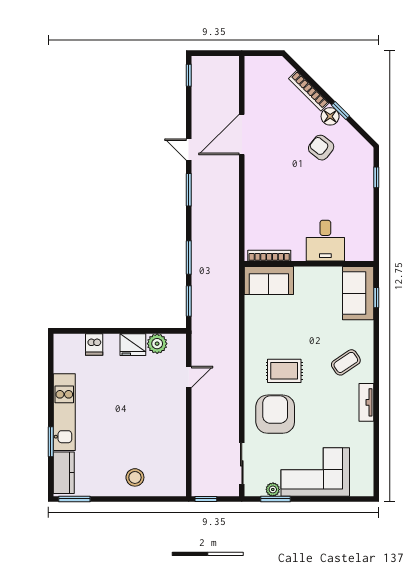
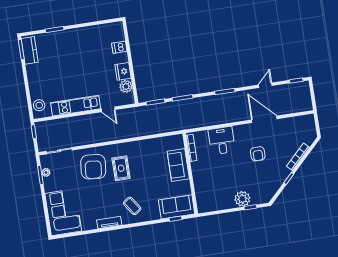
floor lamp: (330, 116) -> (284, 173), removed
armchair: (321, 148) -> (258, 154), moved, turned 142
door: (189, 150) -> (265, 85), moved
plant: (361, 188) -> (242, 199), added
desk: (325, 241) -> (222, 141), moved, turned 90
sofa: (269, 280) -> (178, 165), moved
kitchen unit: (64, 412) -> (76, 106), moved, turned 180
armchair: (275, 414) -> (93, 167), turned 96
corner sofa: (315, 472) -> (63, 212), moved
kitchen counter: (64, 473) -> (30, 50), moved, turned -90
stool: (135, 477) -> (39, 105), moved

